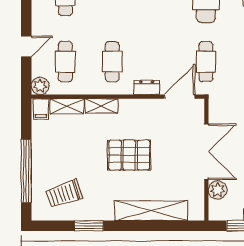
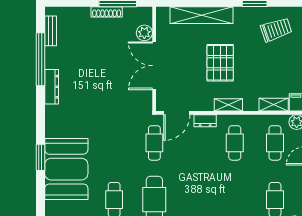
shelving: (102, 106) -> (228, 105), moved
pallet: (129, 155) -> (220, 63), turned 90

